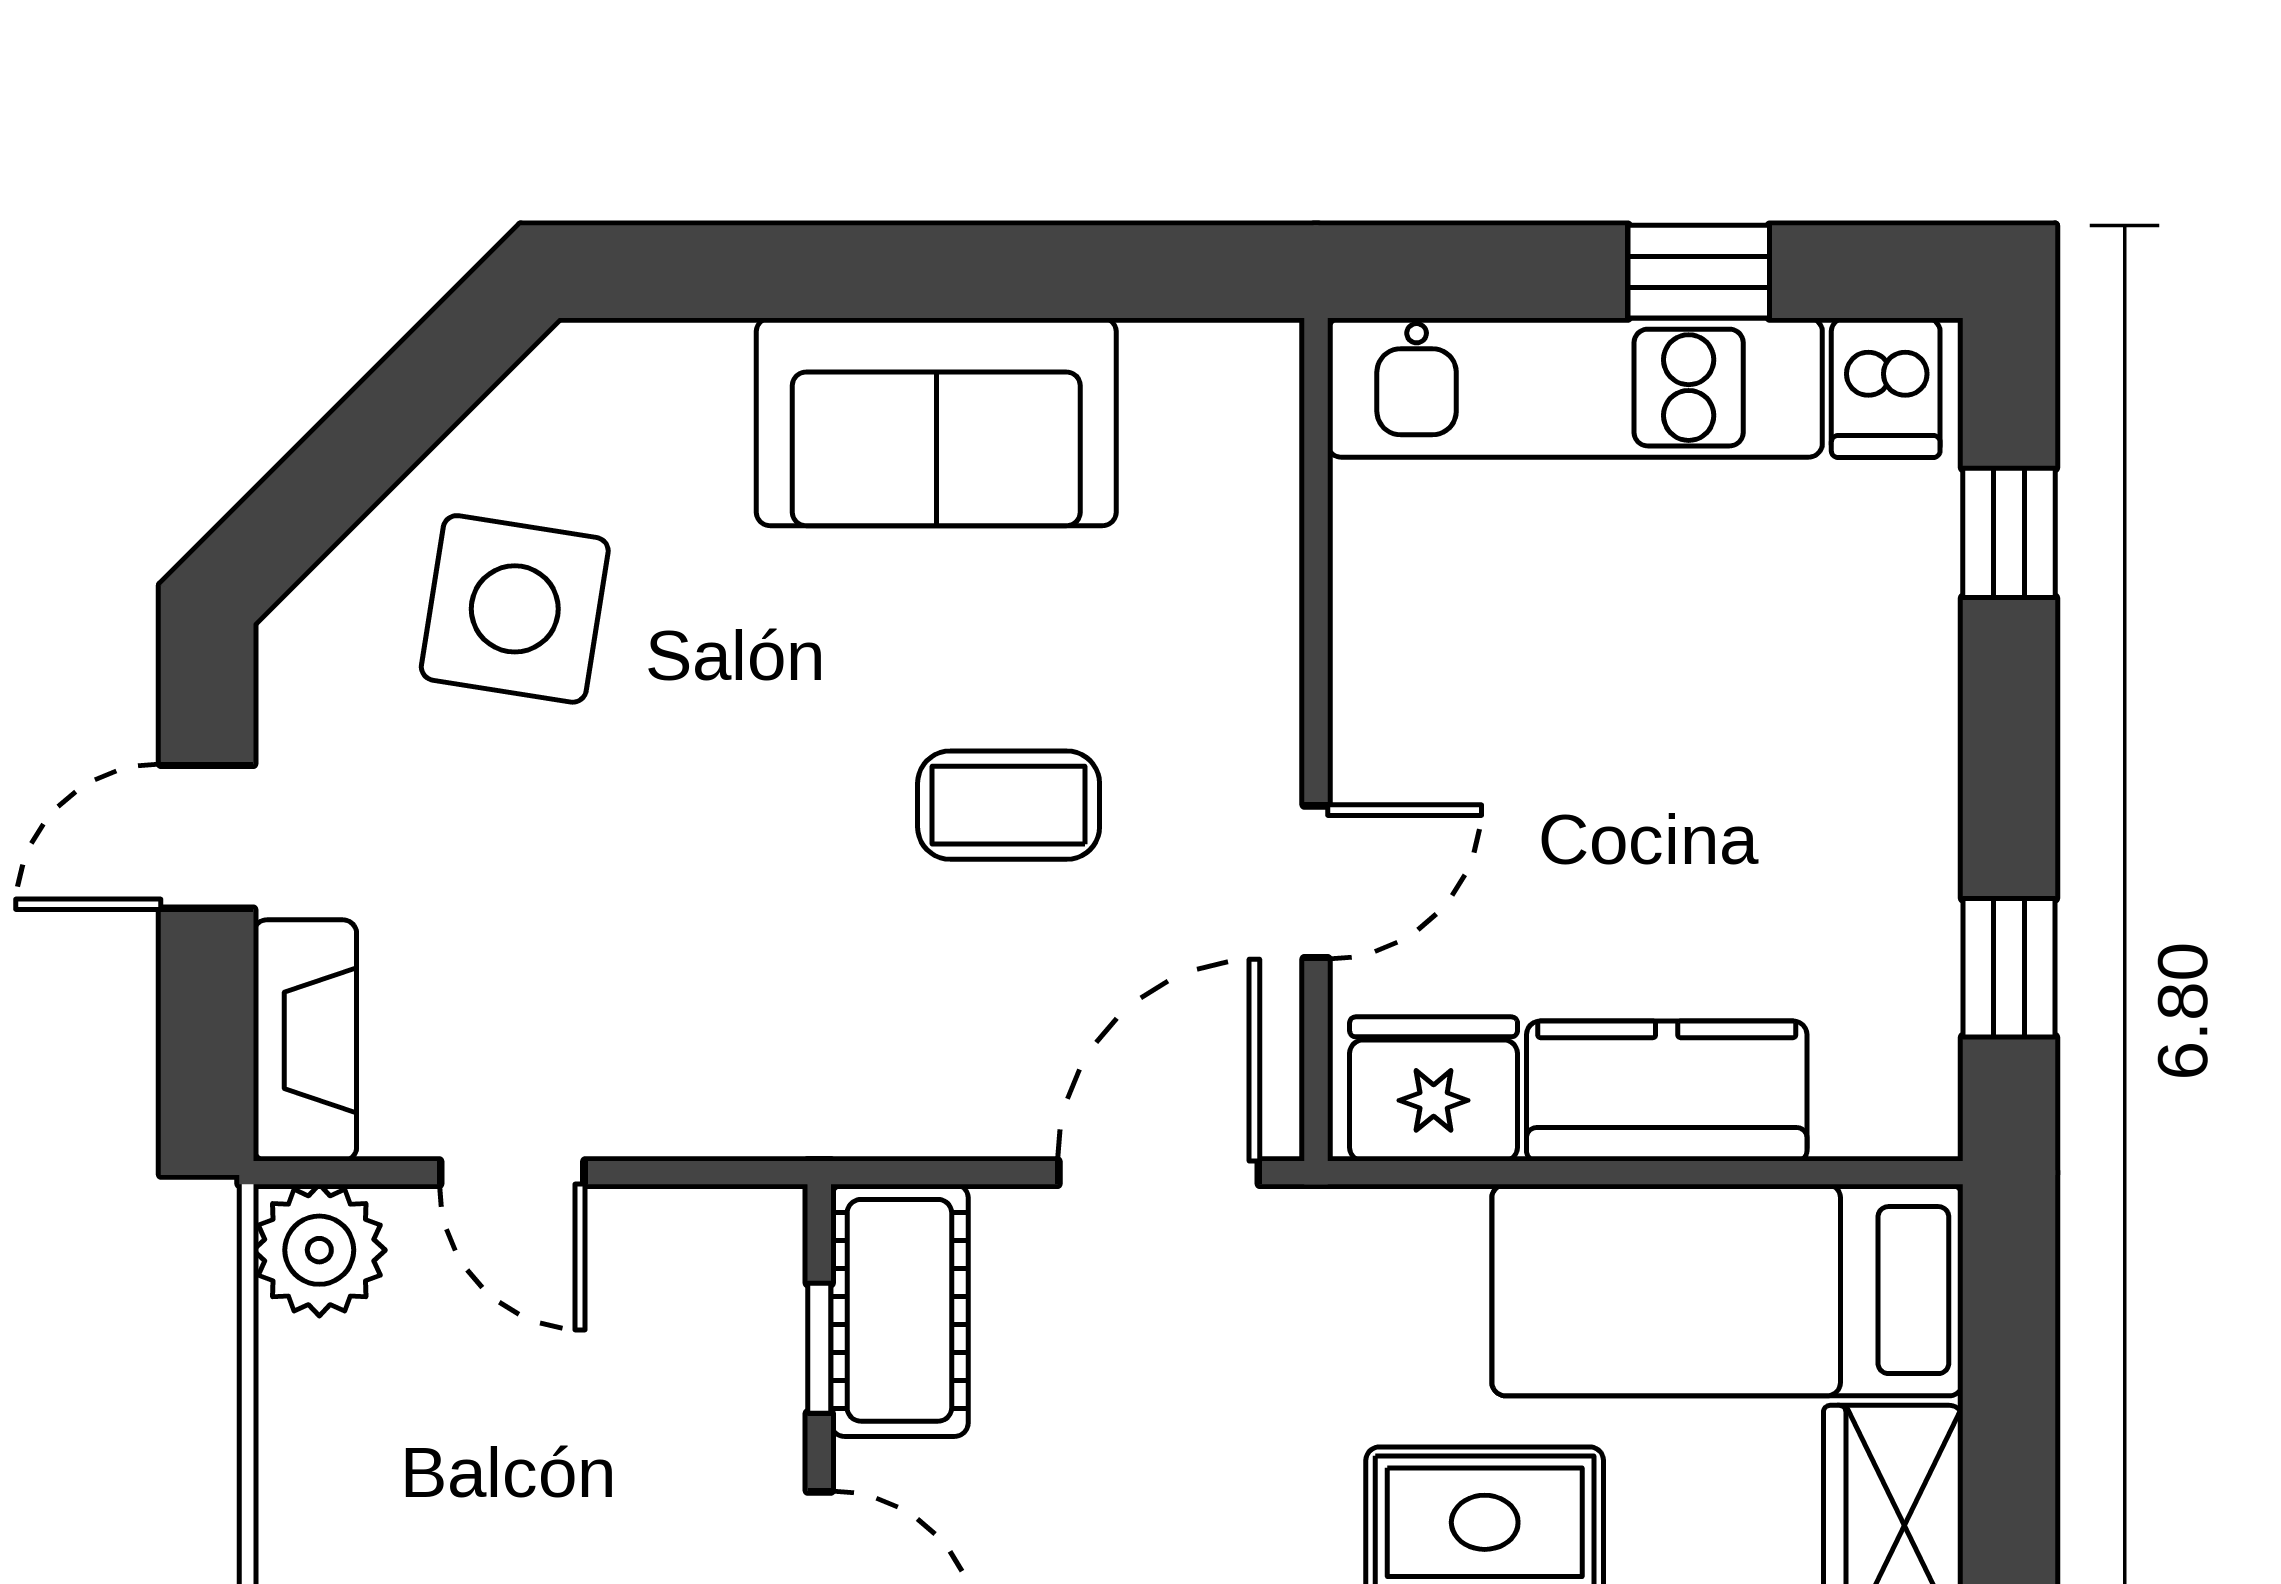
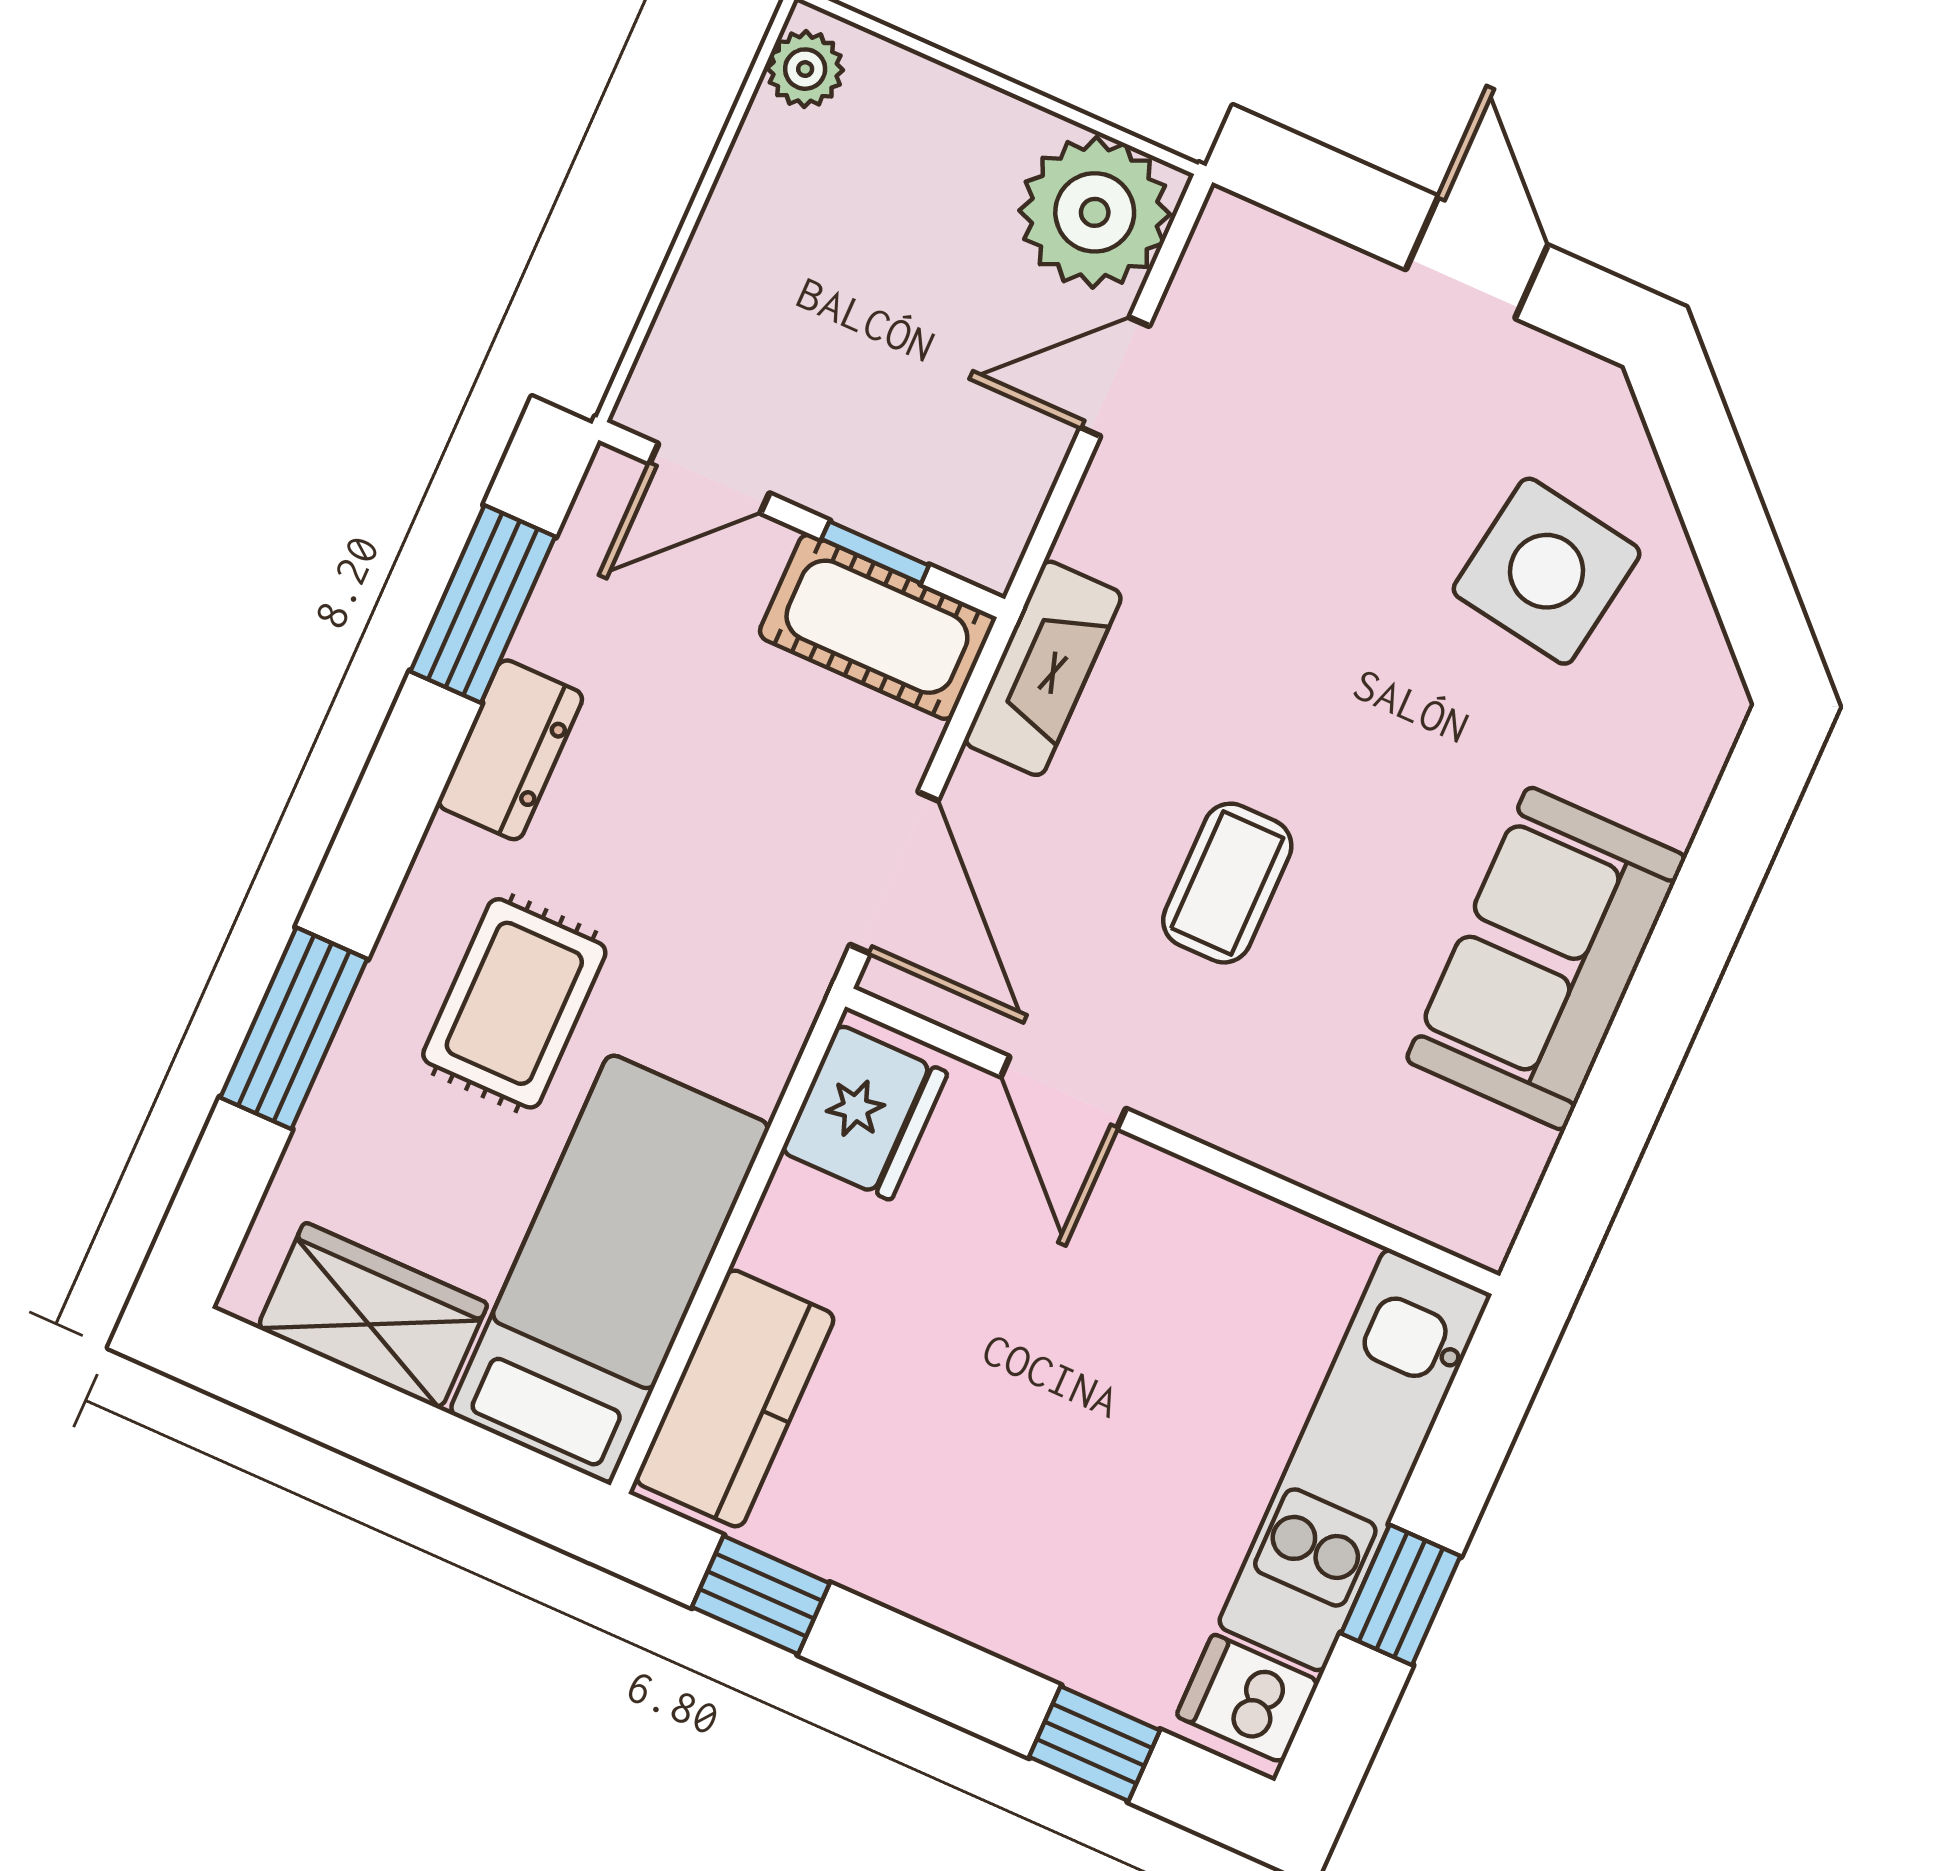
fireplace: (305, 1040) -> (1043, 668), moved, turned -90
kitchen counter: (1667, 1091) -> (735, 1398), moved
plant: (319, 1250) -> (1095, 212), width x1.36, depth x1.36

